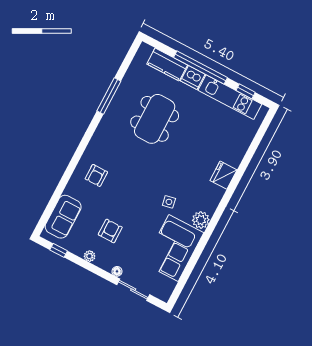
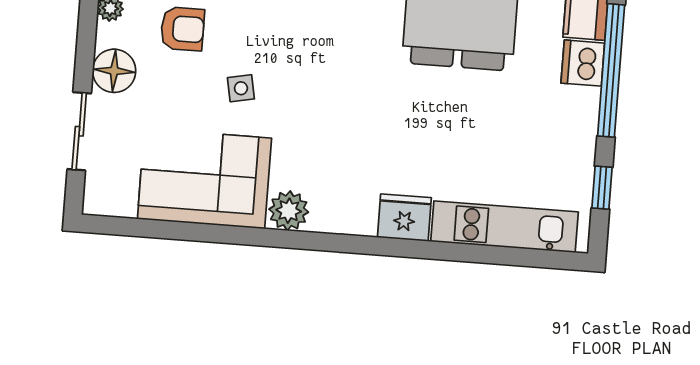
kitchen unit: (230, 97) -> (505, 227), moved, turned 90
side table: (169, 202) -> (241, 88), moved
floor lamp: (117, 271) -> (114, 71), width x1.89, depth x1.89

